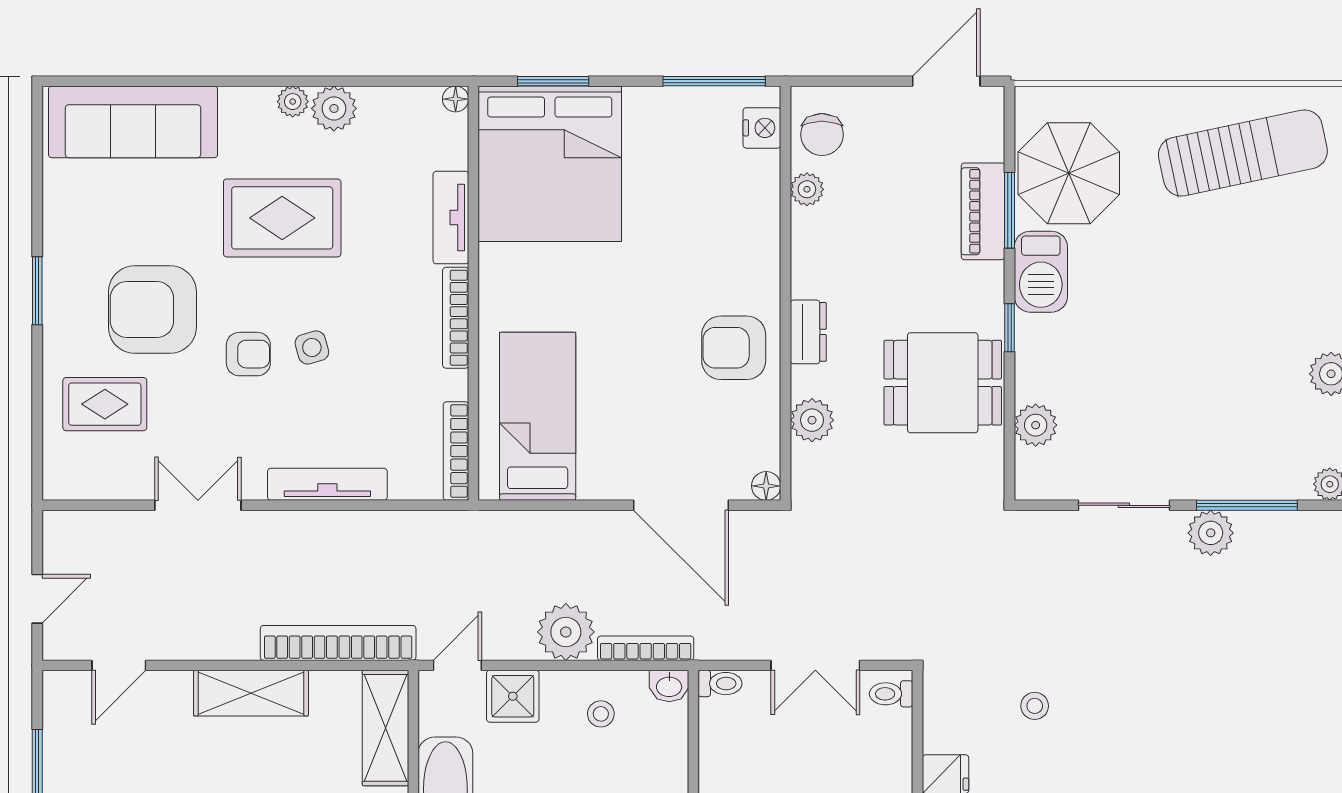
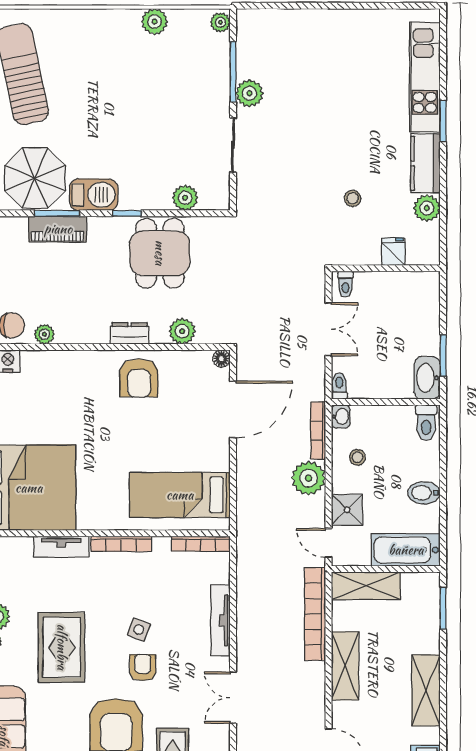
side table: (312, 347) -> (139, 630), turned 38

